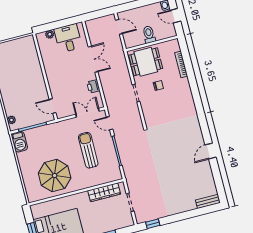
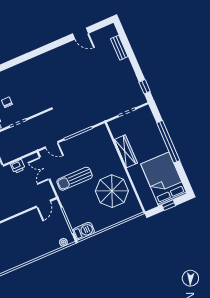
door: (110, 123) -> (52, 145), hinge flipped
sun lounger: (88, 150) -> (75, 179), moved
door: (210, 151) -> (80, 34), moved
wardrobe: (104, 192) -> (126, 151), moved
bench: (208, 201) -> (119, 48), moved

